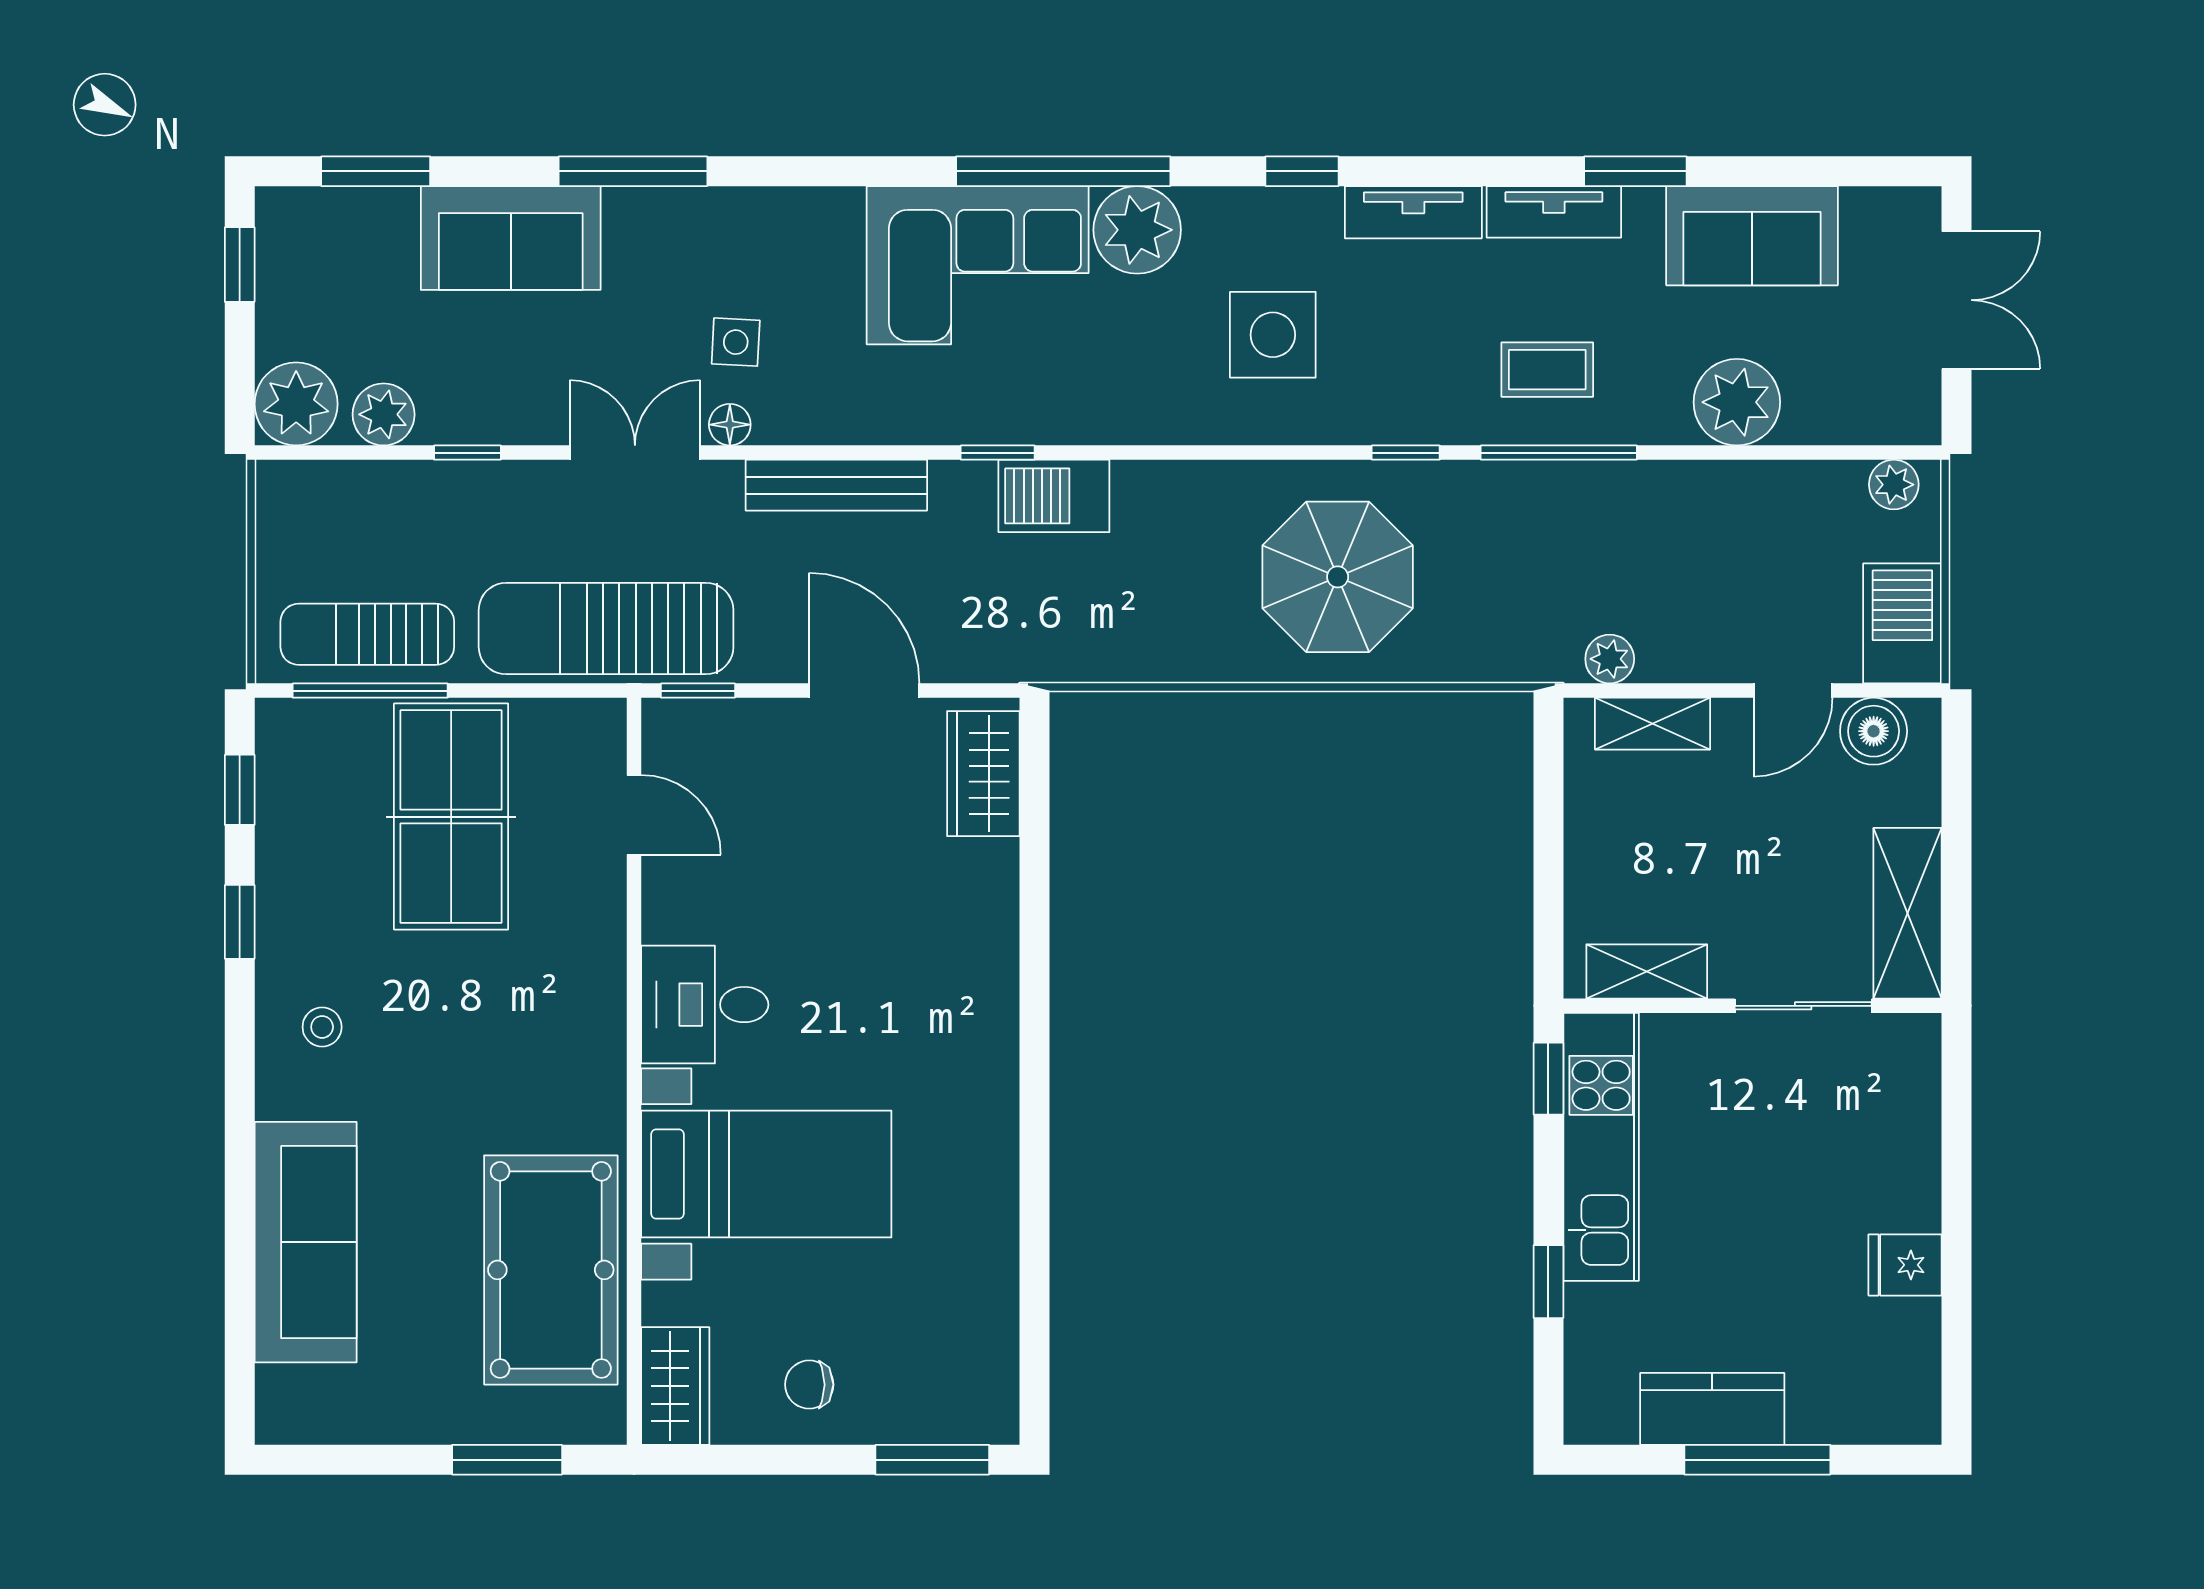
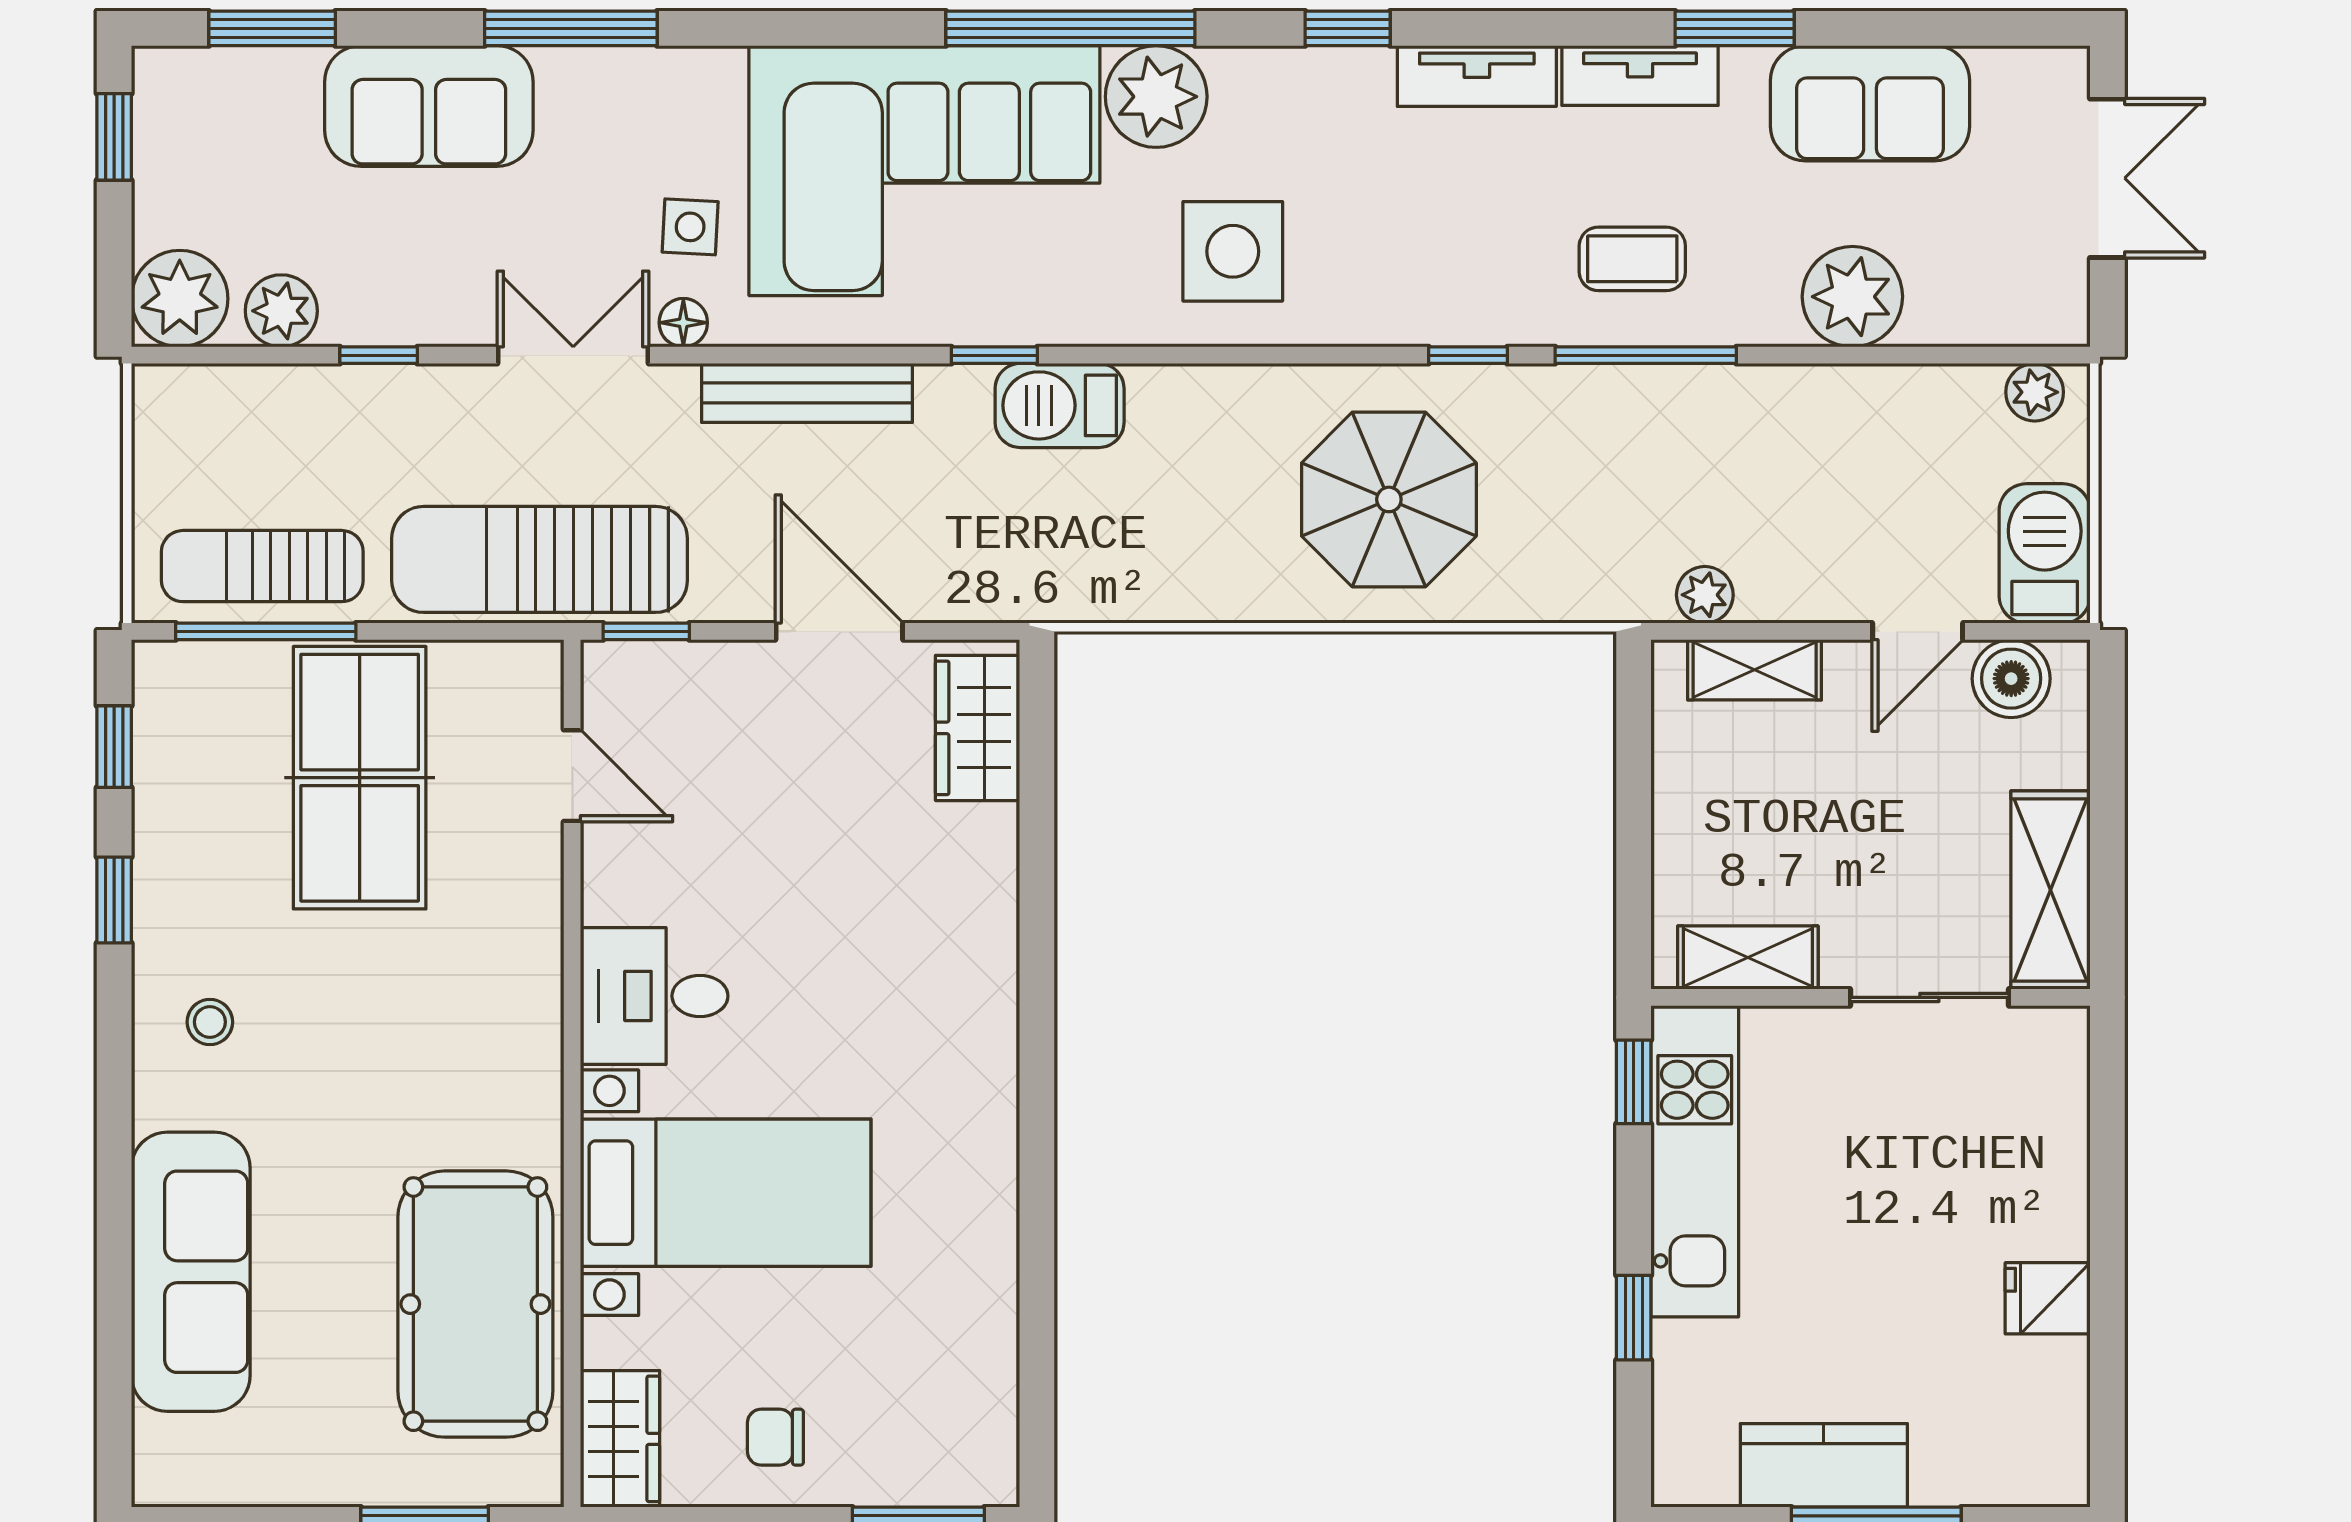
corner sofa: (978, 265) -> (924, 171), width x1.36, depth x1.36
side table: (1273, 335) -> (1233, 251), moved

